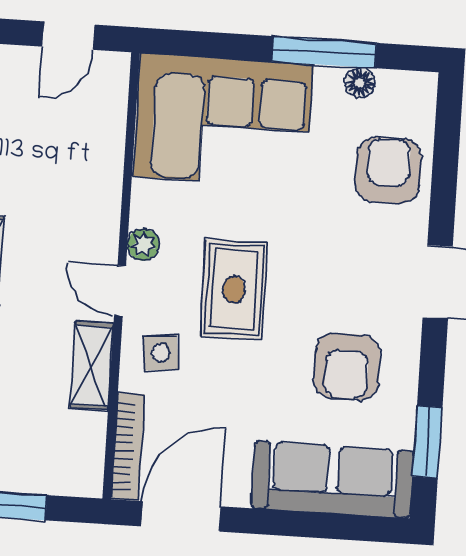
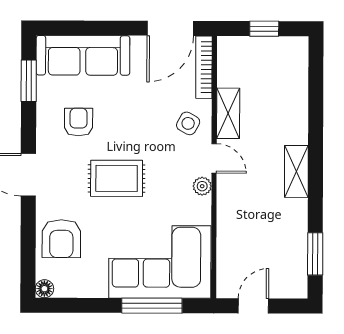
window: (324, 52) -> (152, 306), moved
floor lamp: (360, 83) -> (44, 289), moved
rug: (234, 290) -> (117, 178), moved, turned 90
side table: (161, 353) -> (188, 123), turned 35
armchair: (347, 367) -> (79, 122), width x0.72, depth x0.72

